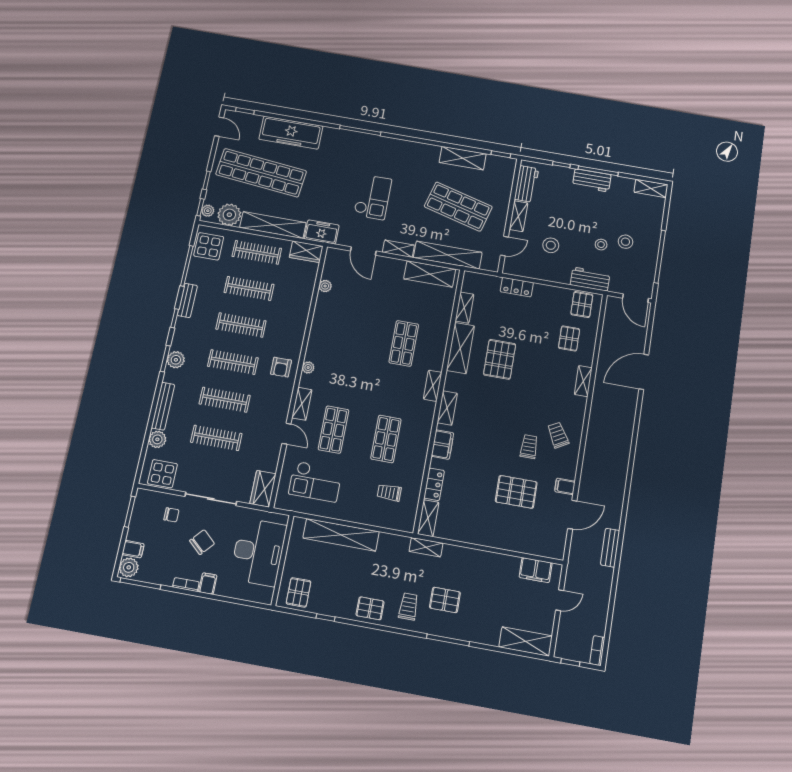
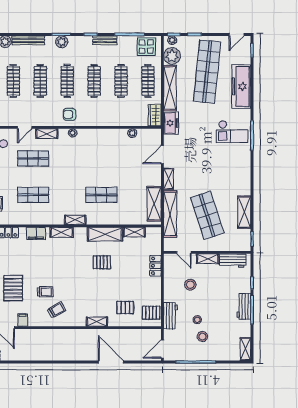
checkout: (373, 197) -> (232, 132), moved
shop shelf: (458, 207) -> (207, 215), turned -33
pallet: (500, 359) -> (102, 262), width x0.67, depth x0.71

